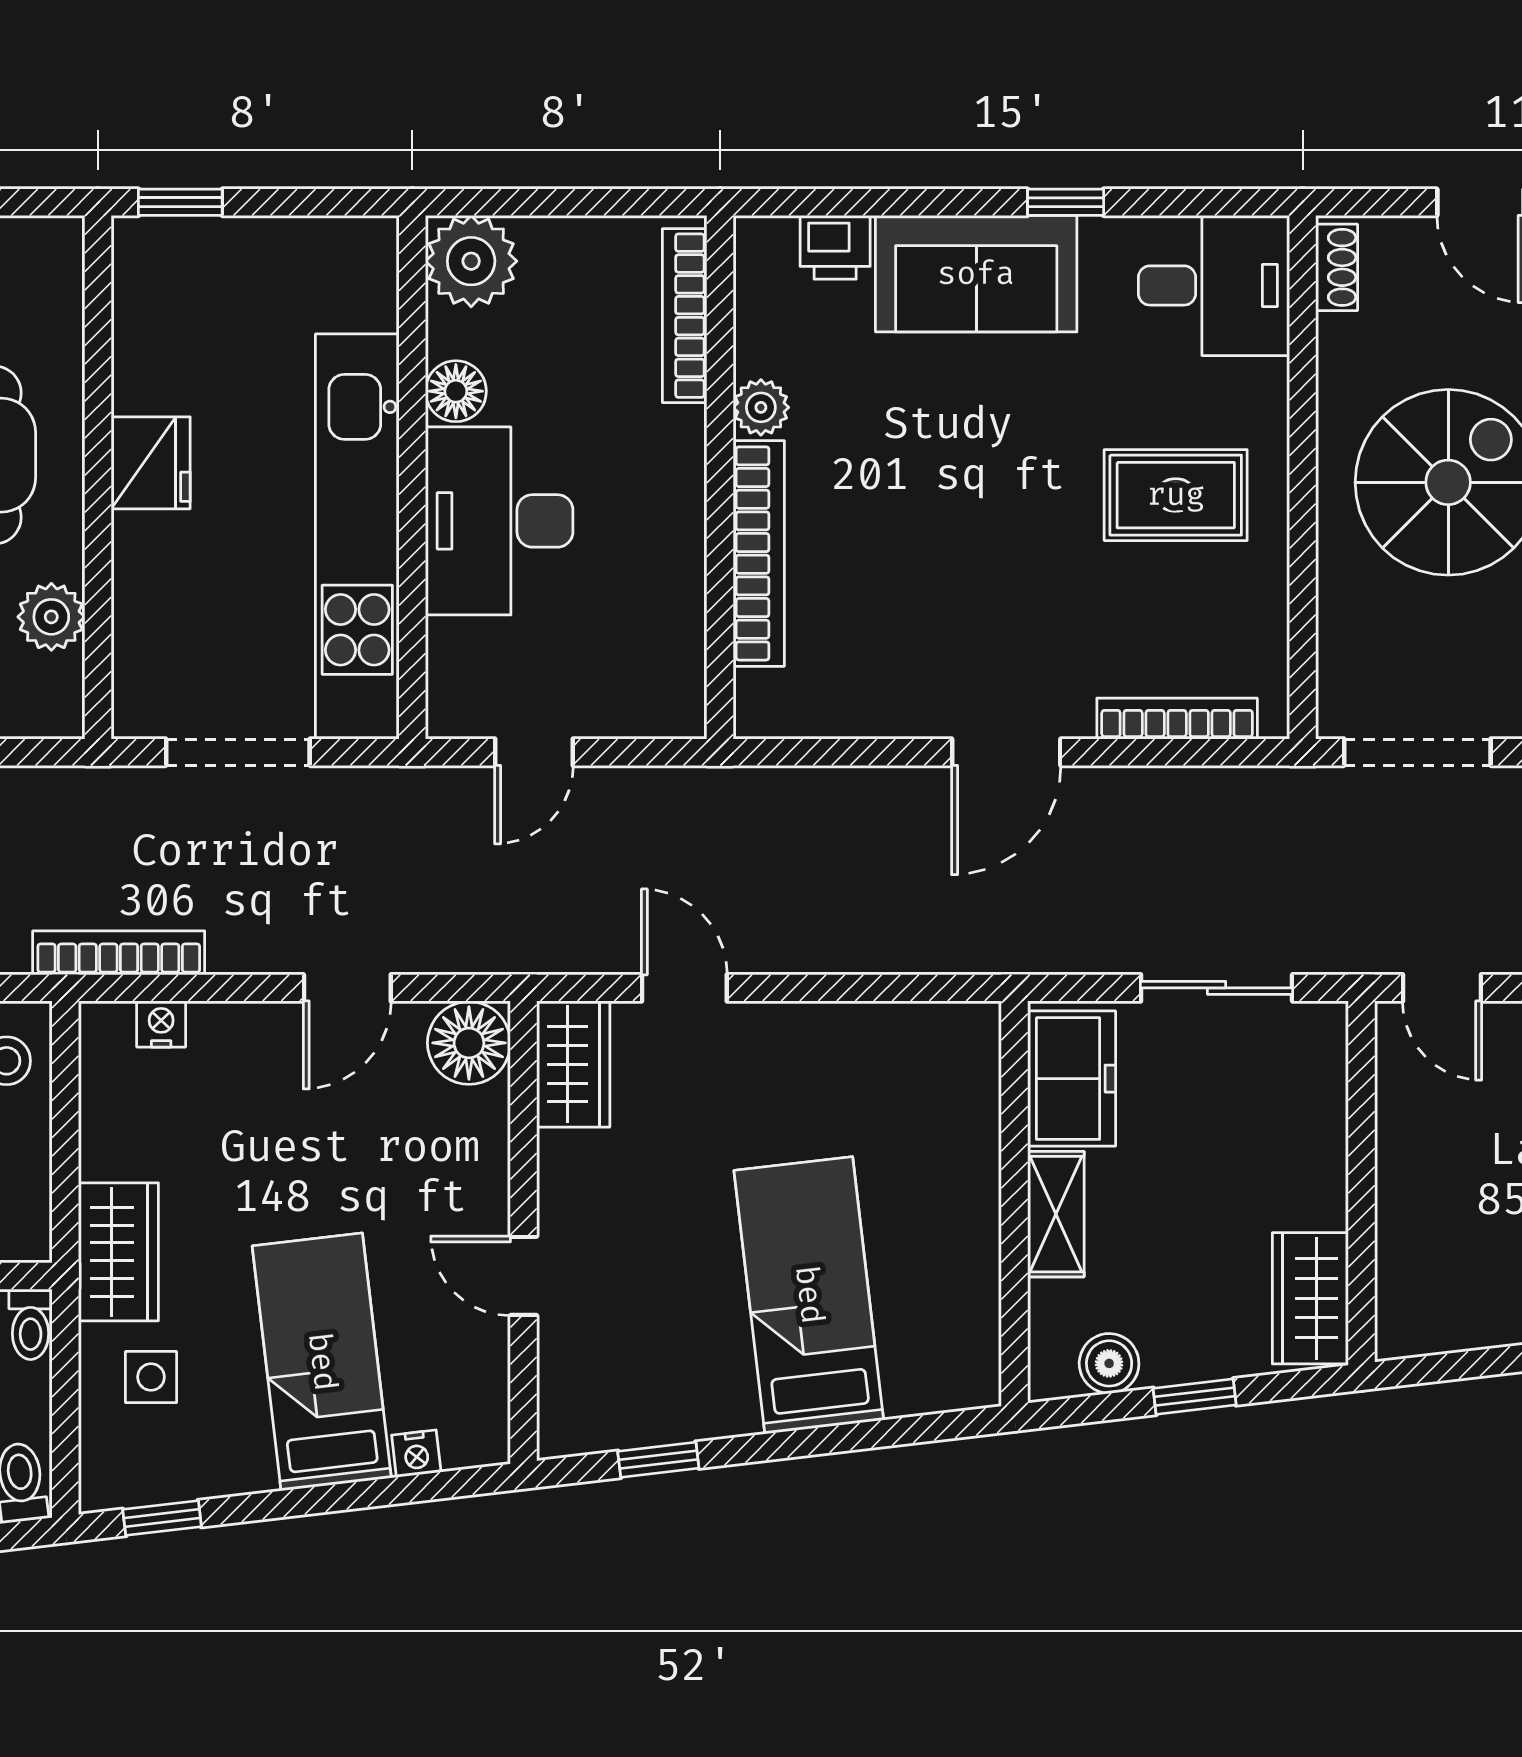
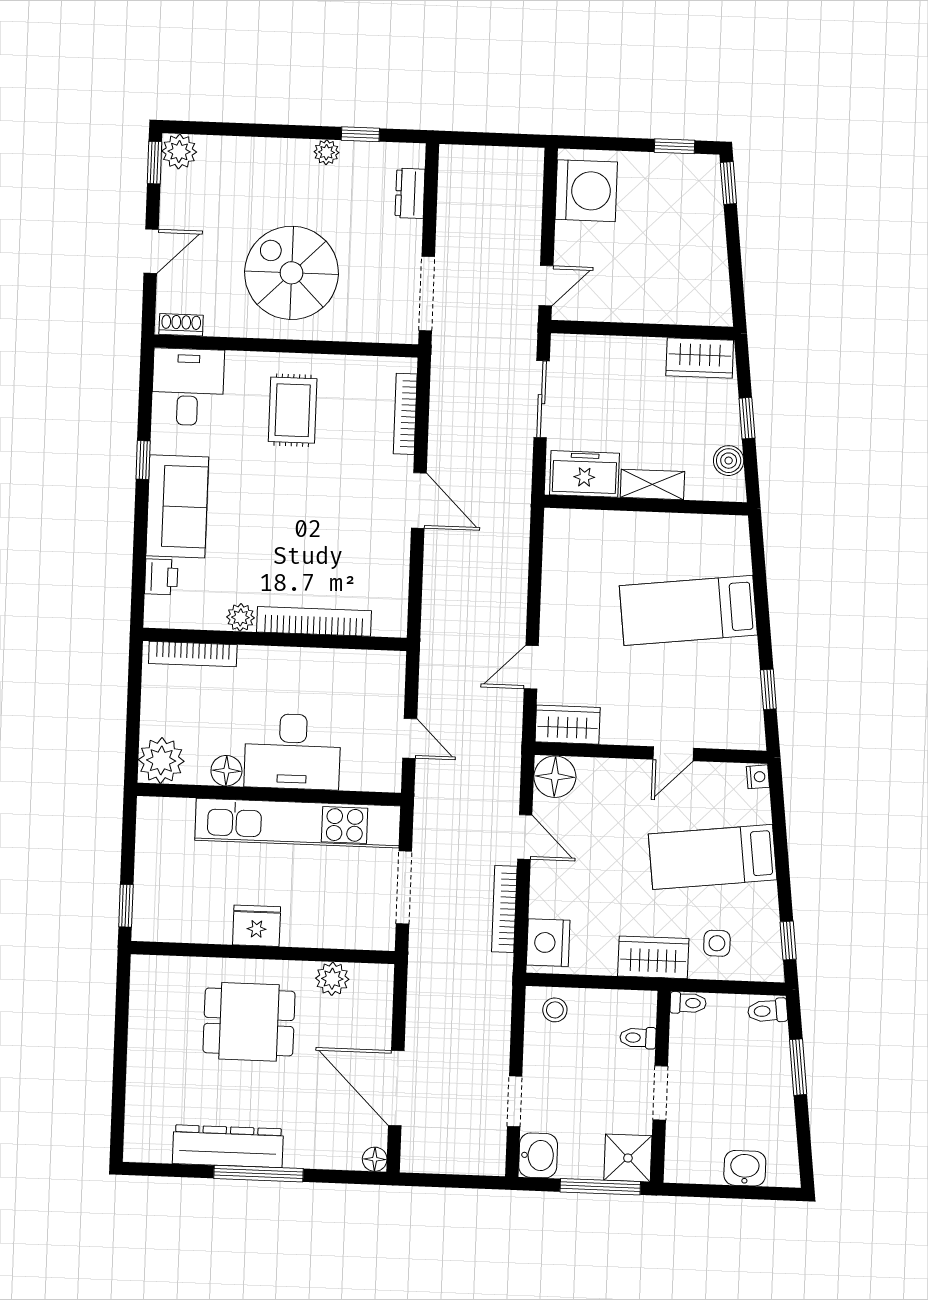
bookcase: (119, 953) -> (504, 909), moved
nightstand: (161, 1024) -> (548, 943), width x1.89, depth x1.79
nightstand: (416, 1454) -> (758, 777), moved

